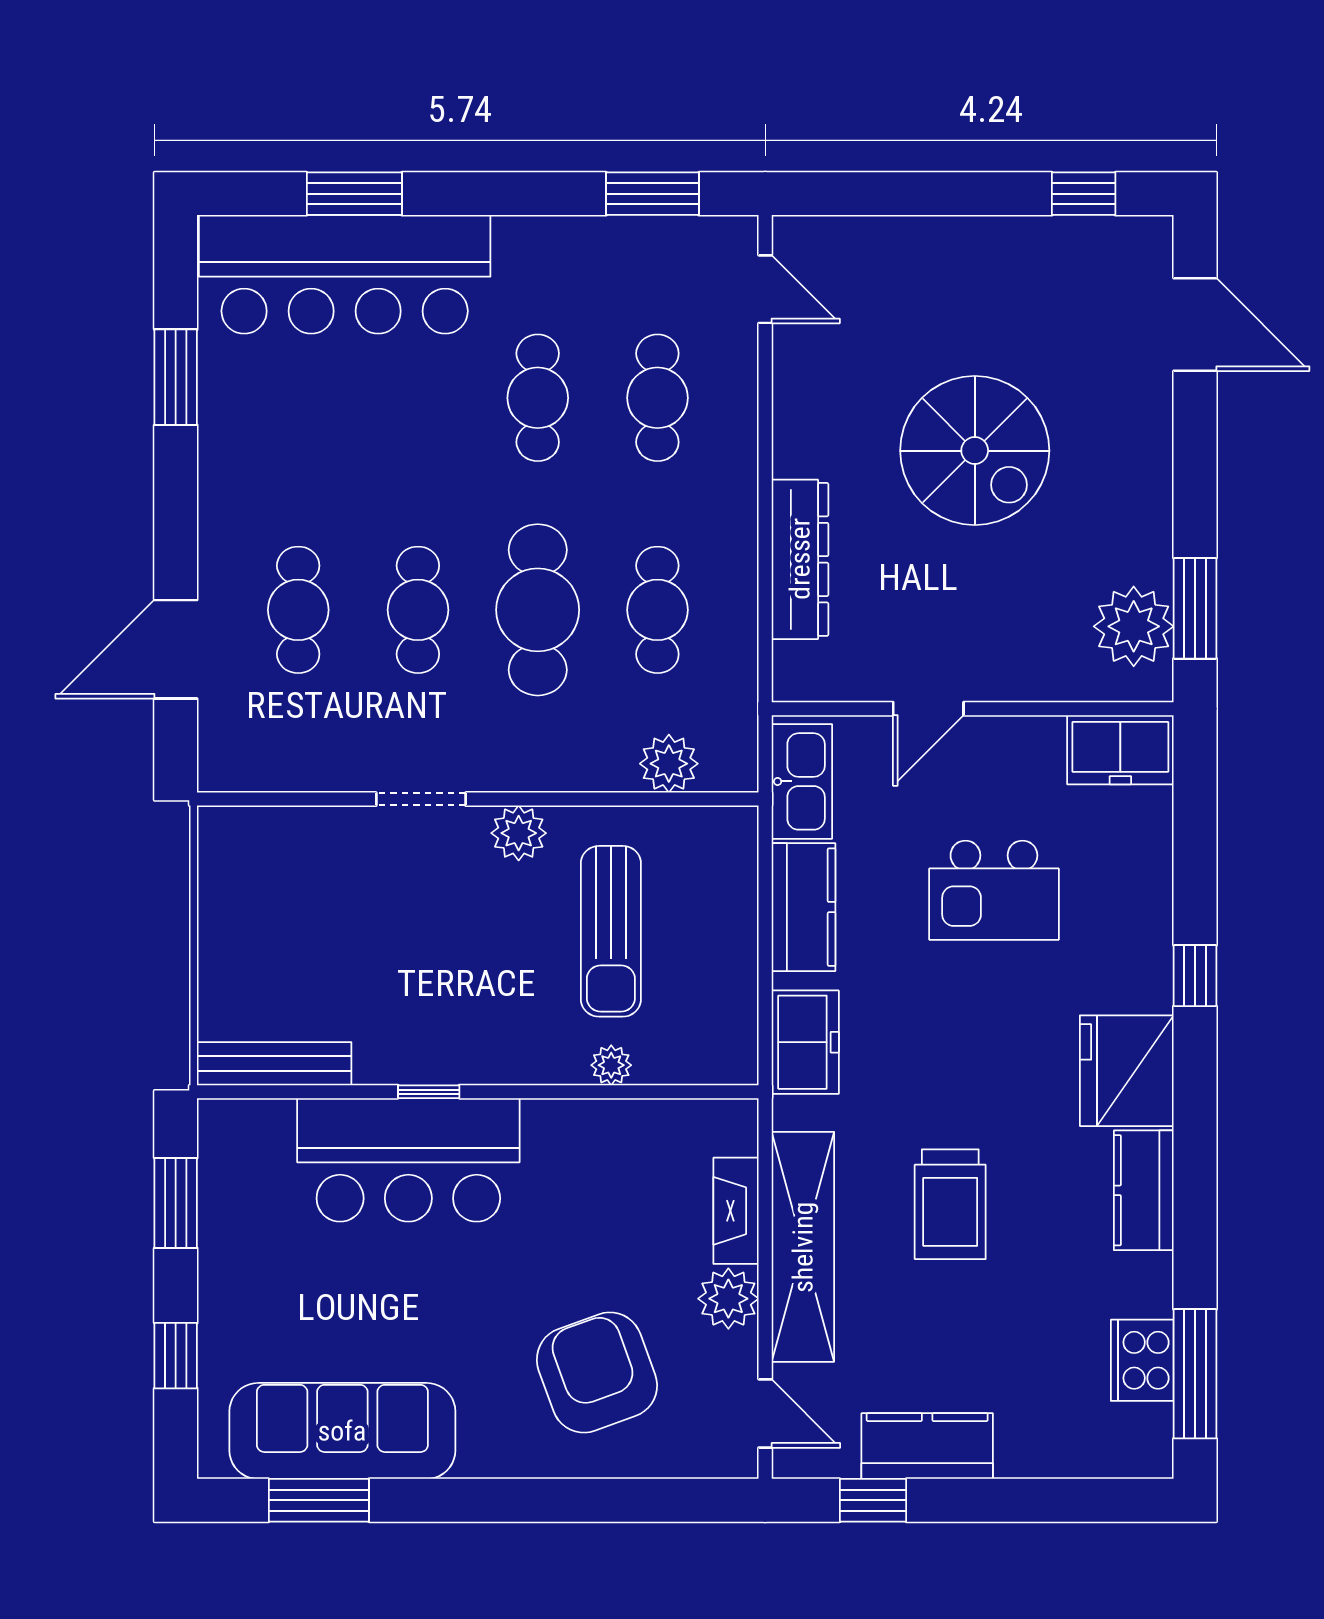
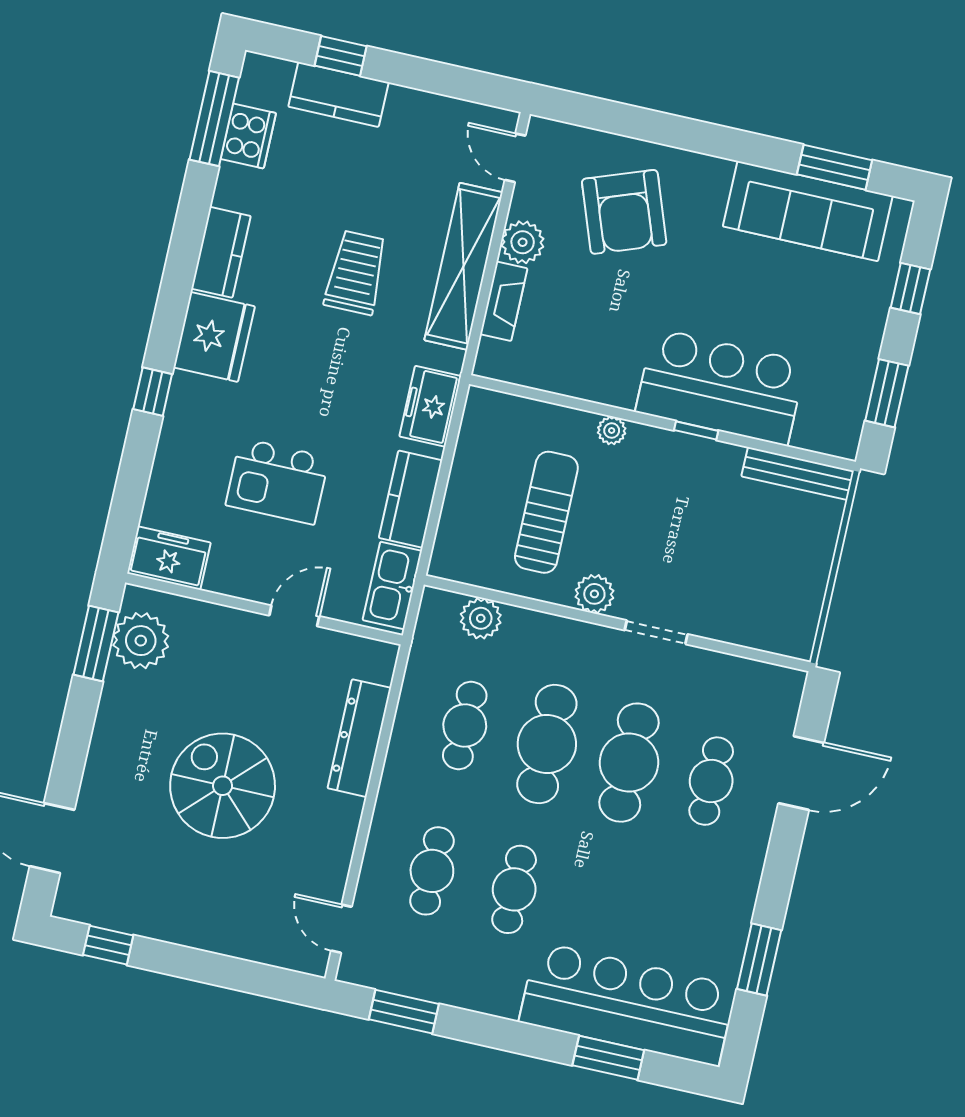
cafe table: (418, 610) -> (629, 763), width x1.37, depth x1.35
kitchen island: (994, 890) -> (277, 481), turned 180
plant: (611, 1065) -> (612, 431), moved
kitchen counter: (927, 1446) -> (338, 94), moved
window: (873, 1500) -> (341, 56), moved

